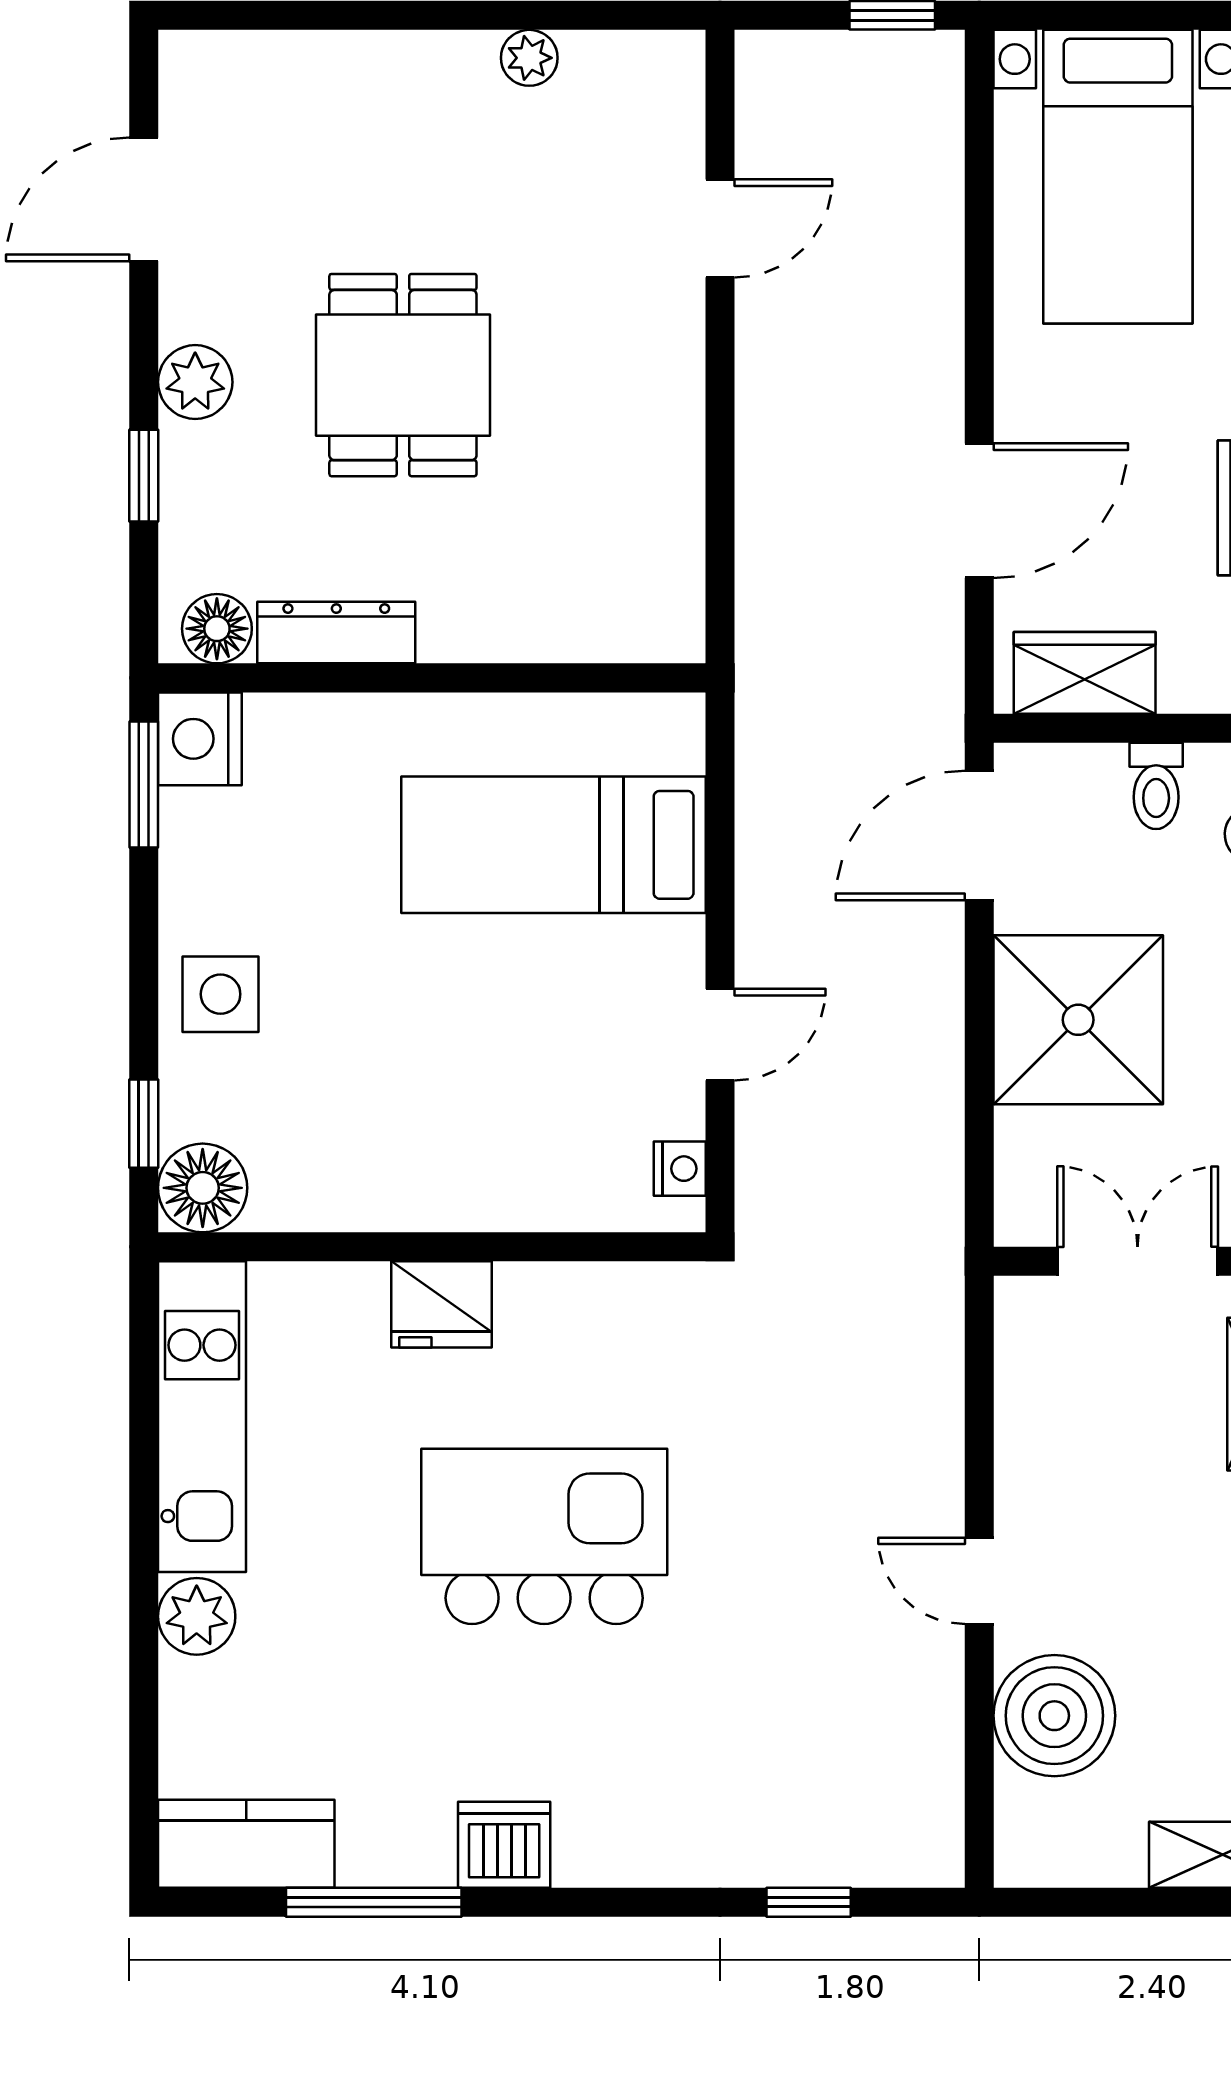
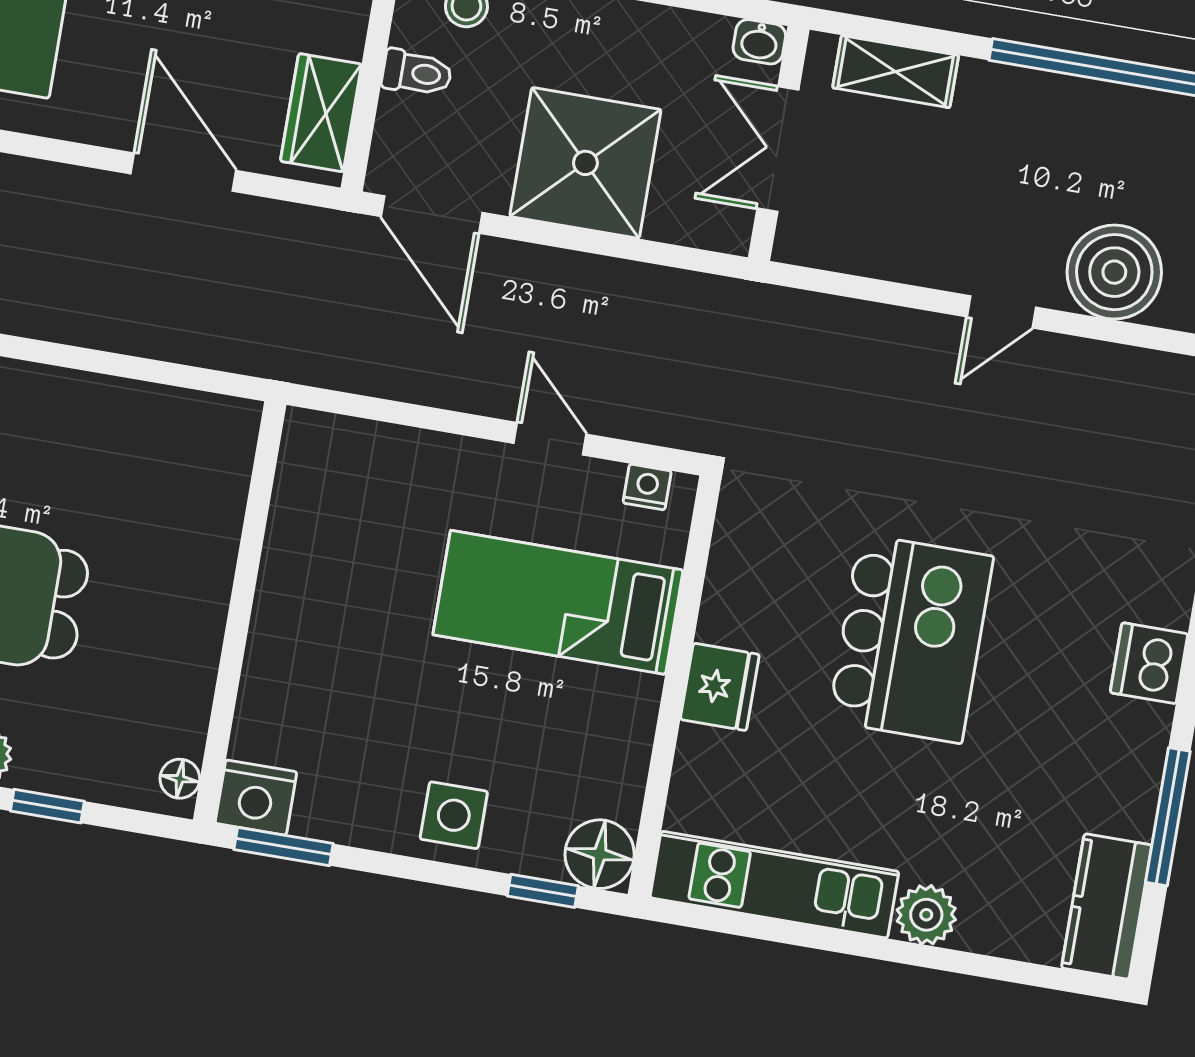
floor lamp: (217, 629) -> (180, 779), width x0.73, depth x0.73
dresser: (336, 633) -> (193, 679), removed
bed: (553, 845) -> (558, 602), moved, turned 90
kitchen island: (544, 1536) -> (911, 639), turned 180
dishwasher: (504, 1845) -> (1149, 663), moved

